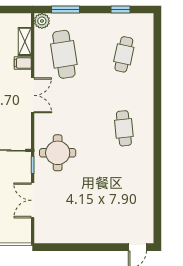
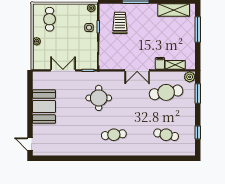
round table: (58, 153) -> (99, 98), moved
booth: (84, 227) -> (44, 107), added

